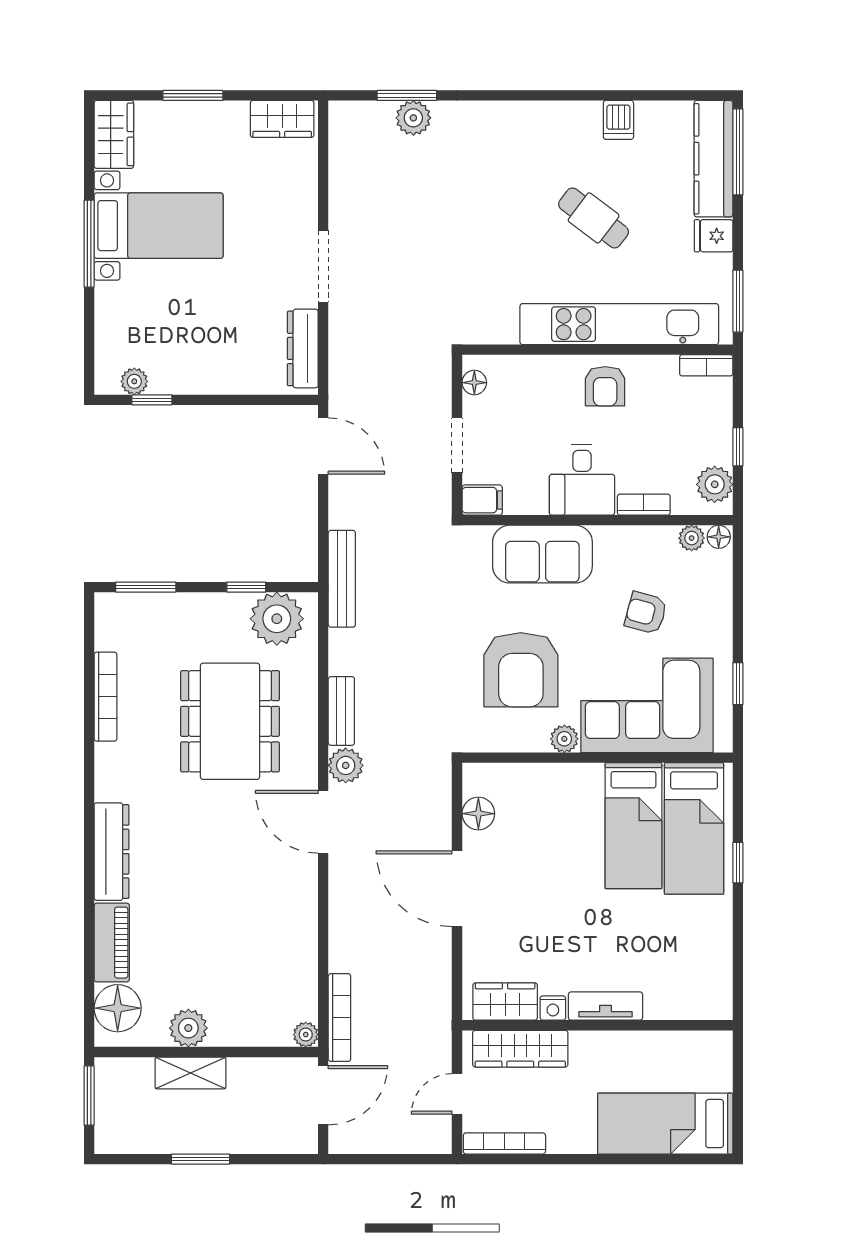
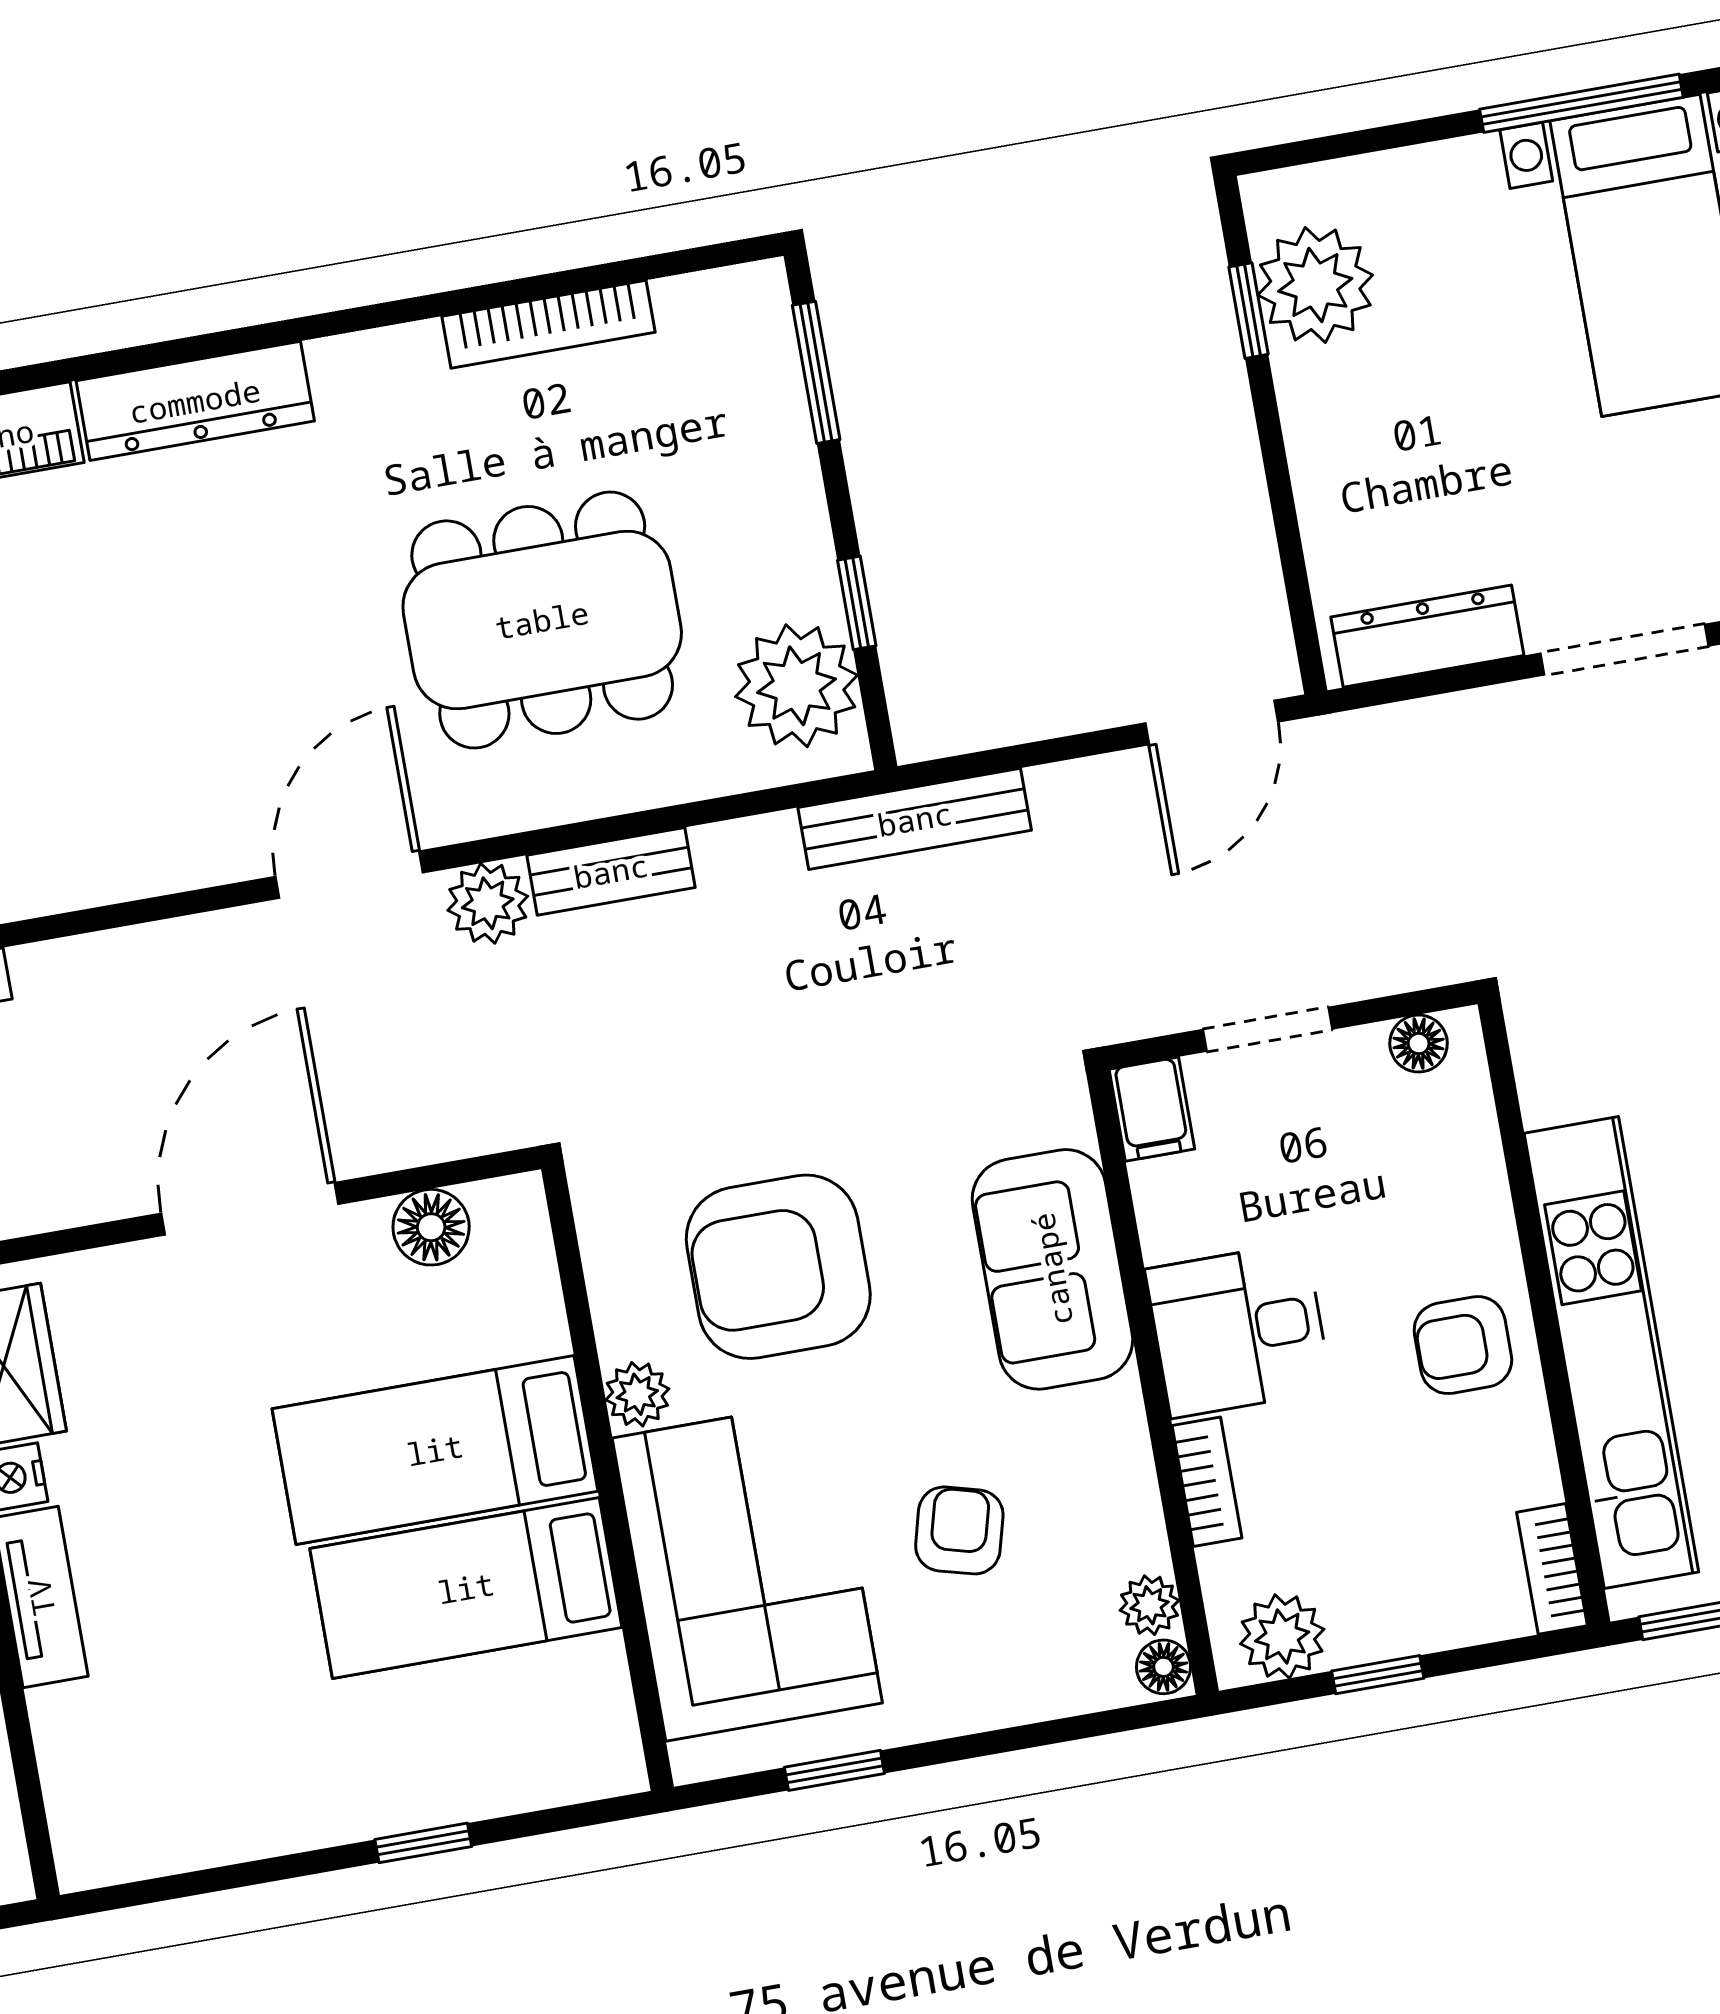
plant: (134, 381) -> (1315, 285), width x1.88, depth x1.88
bed: (694, 828) -> (435, 1450), moved

